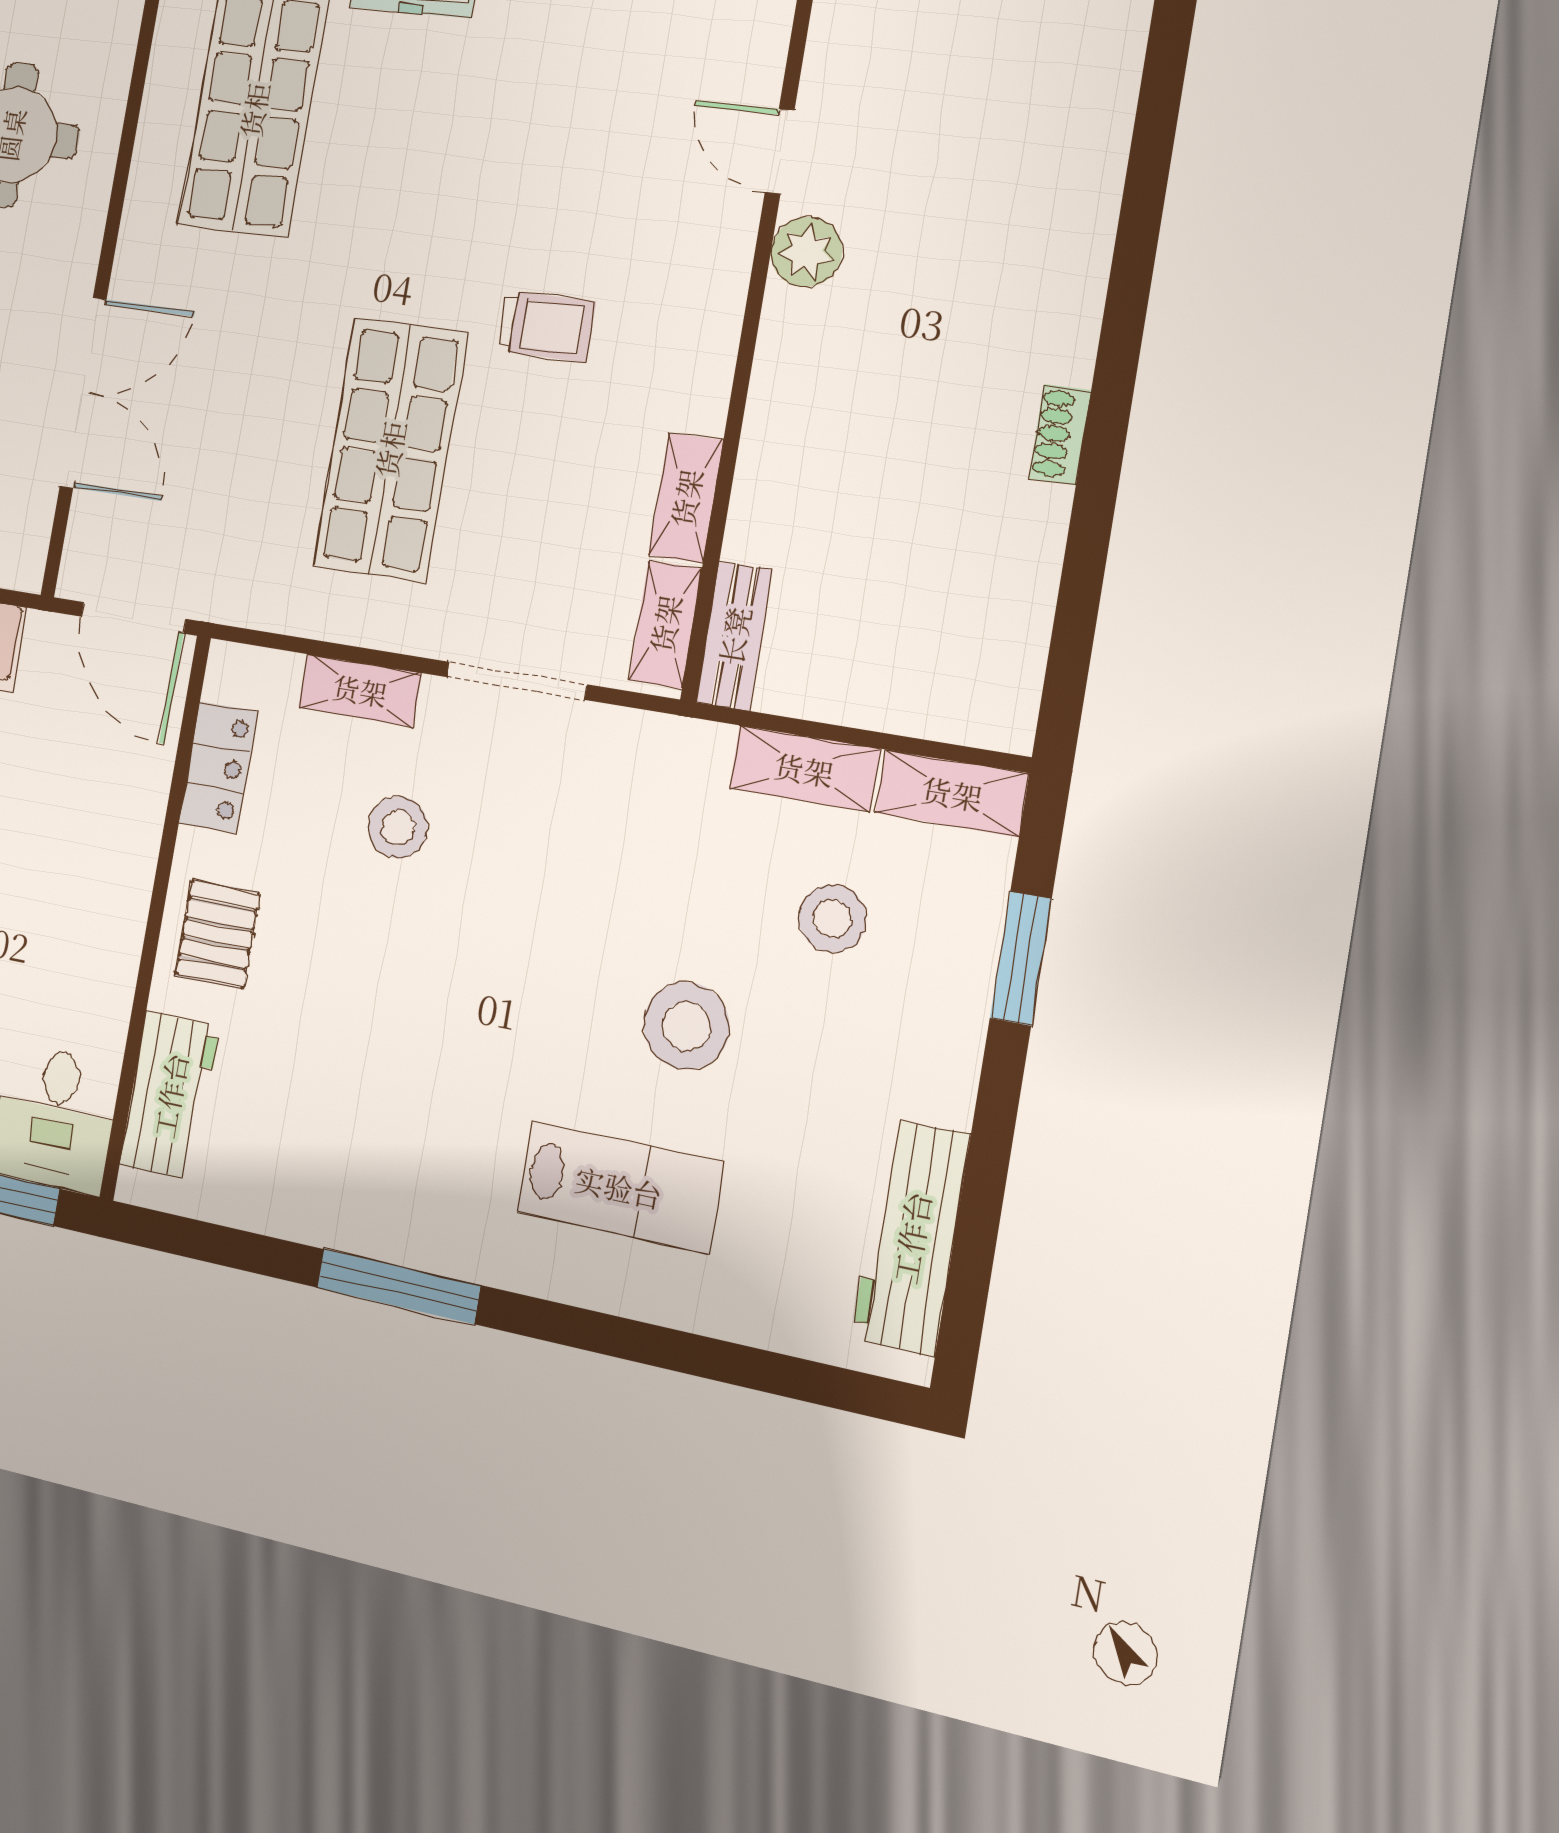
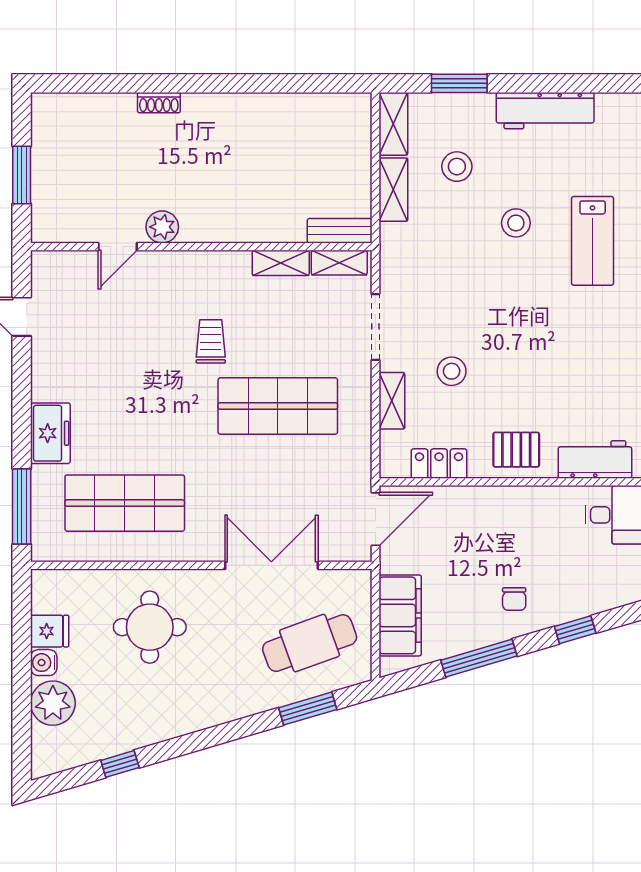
shoe rack: (1060, 434) -> (159, 103), moved
stool: (686, 1026) -> (516, 223), width x0.73, depth x0.73
lab bench: (619, 1187) -> (593, 241), turned 180
workbench: (911, 1237) -> (545, 111), moved

